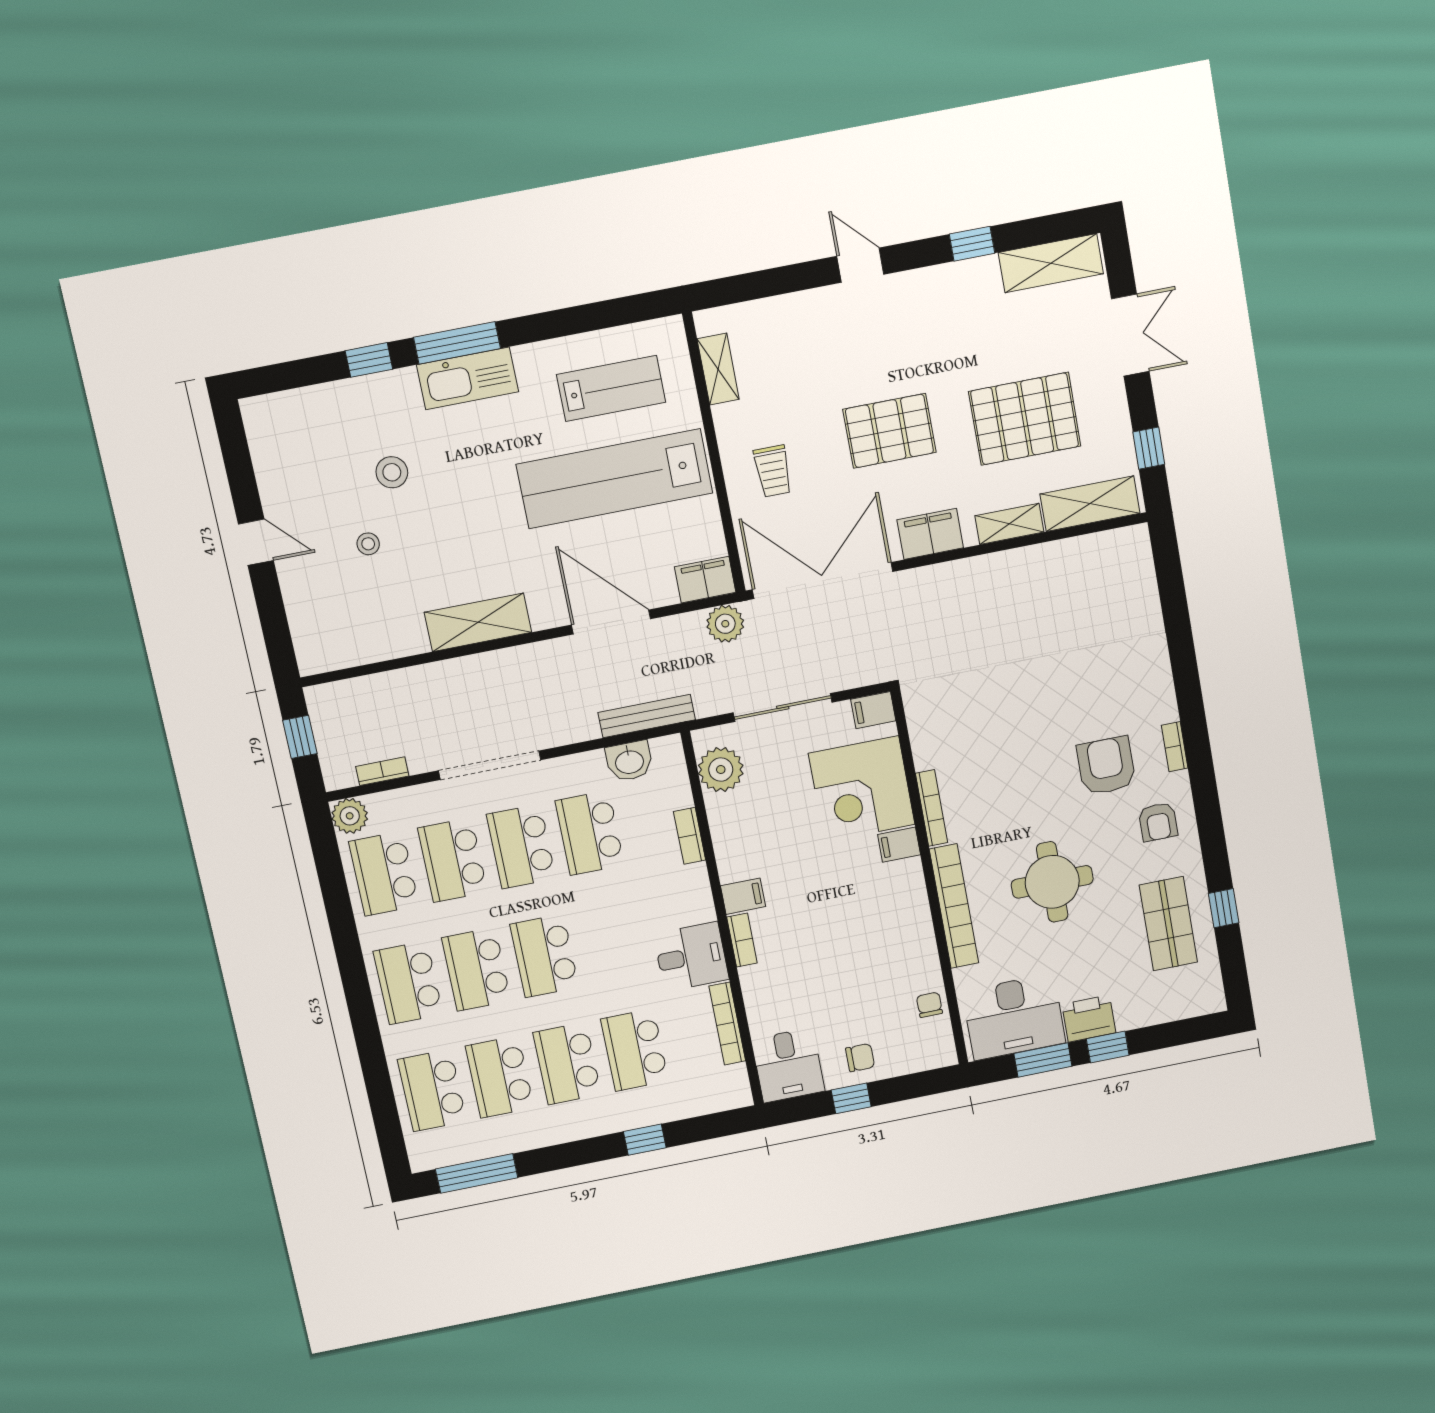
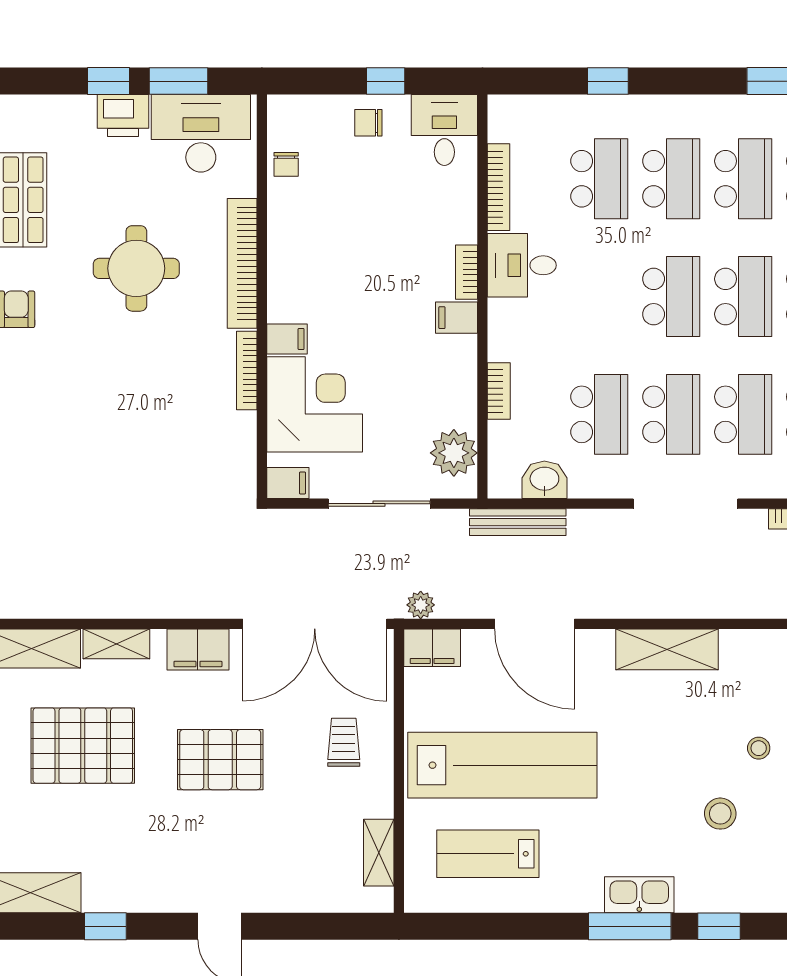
kitchen sink: (468, 378) -> (639, 895), width x0.73, depth x0.81
plant: (725, 624) -> (421, 605), width x0.73, depth x0.73
armchair: (1106, 766) -> (60, 378), removed

